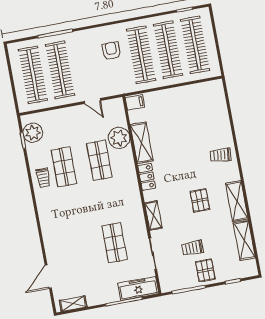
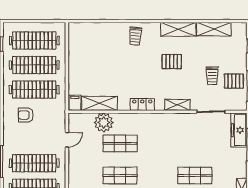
shelving: (142, 143) -> (99, 103), moved
shop shelf: (115, 243) -> (195, 176), moved
pallet: (205, 270) -> (234, 81), moved

